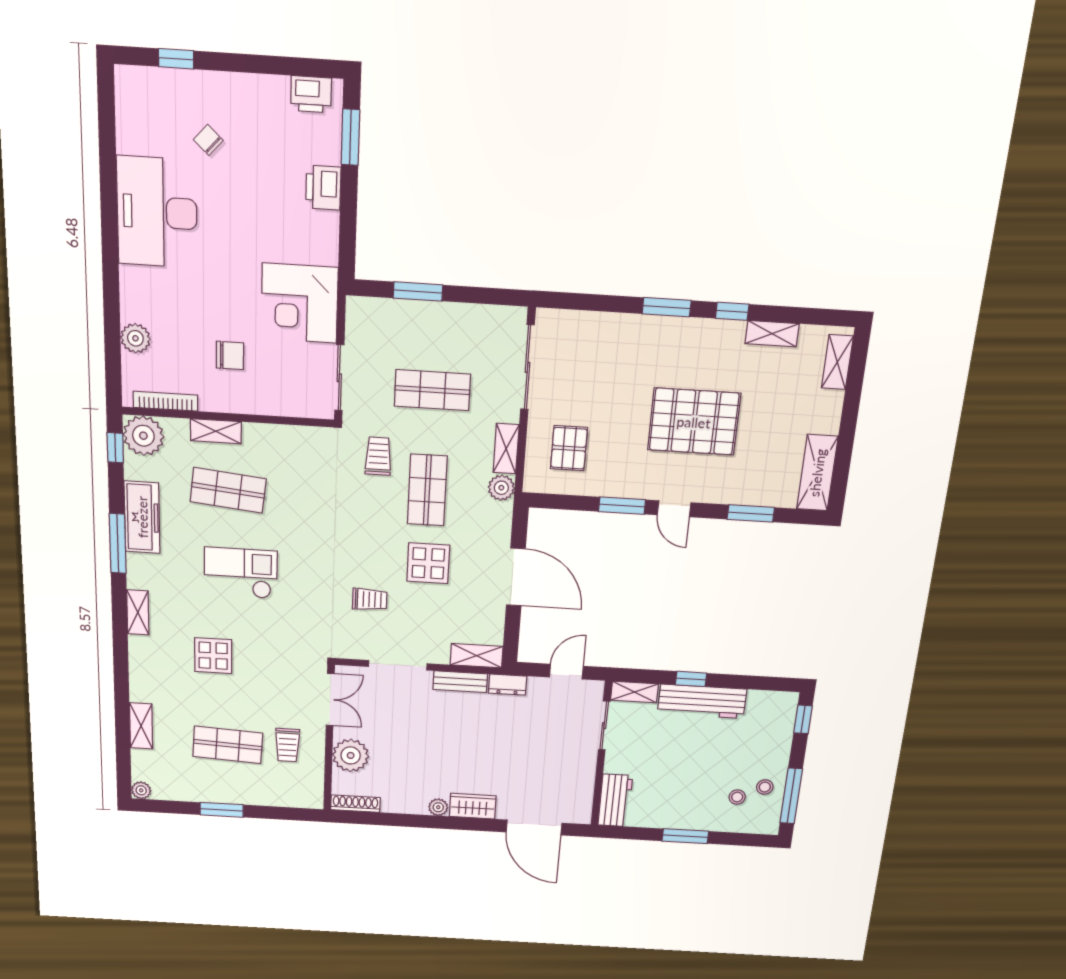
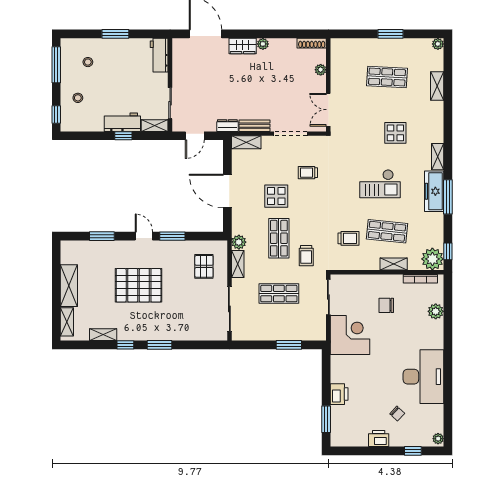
plant: (125, 82) -> (438, 439), added
printer: (311, 94) -> (379, 438), moved
shelving: (817, 473) -> (69, 286), moved
freezer: (142, 517) -> (434, 191), moved
workbench: (702, 701) -> (122, 122), width x0.73
trolley: (288, 745) -> (349, 238), moved, turned 90
plant: (351, 755) -> (321, 70), width x0.53, depth x0.53
stool: (765, 787) -> (78, 98), moved

